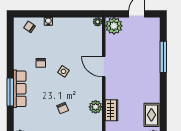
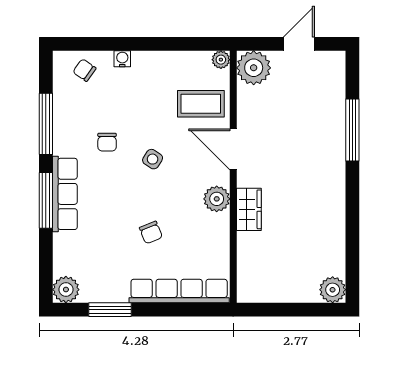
coffee table: (88, 44) -> (201, 104), added
window: (10, 54) -> (46, 124), added
plant: (96, 107) -> (217, 199), moved
wardrobe: (112, 110) -> (249, 209), moved
rug: (151, 115) -> (329, 246), removed

